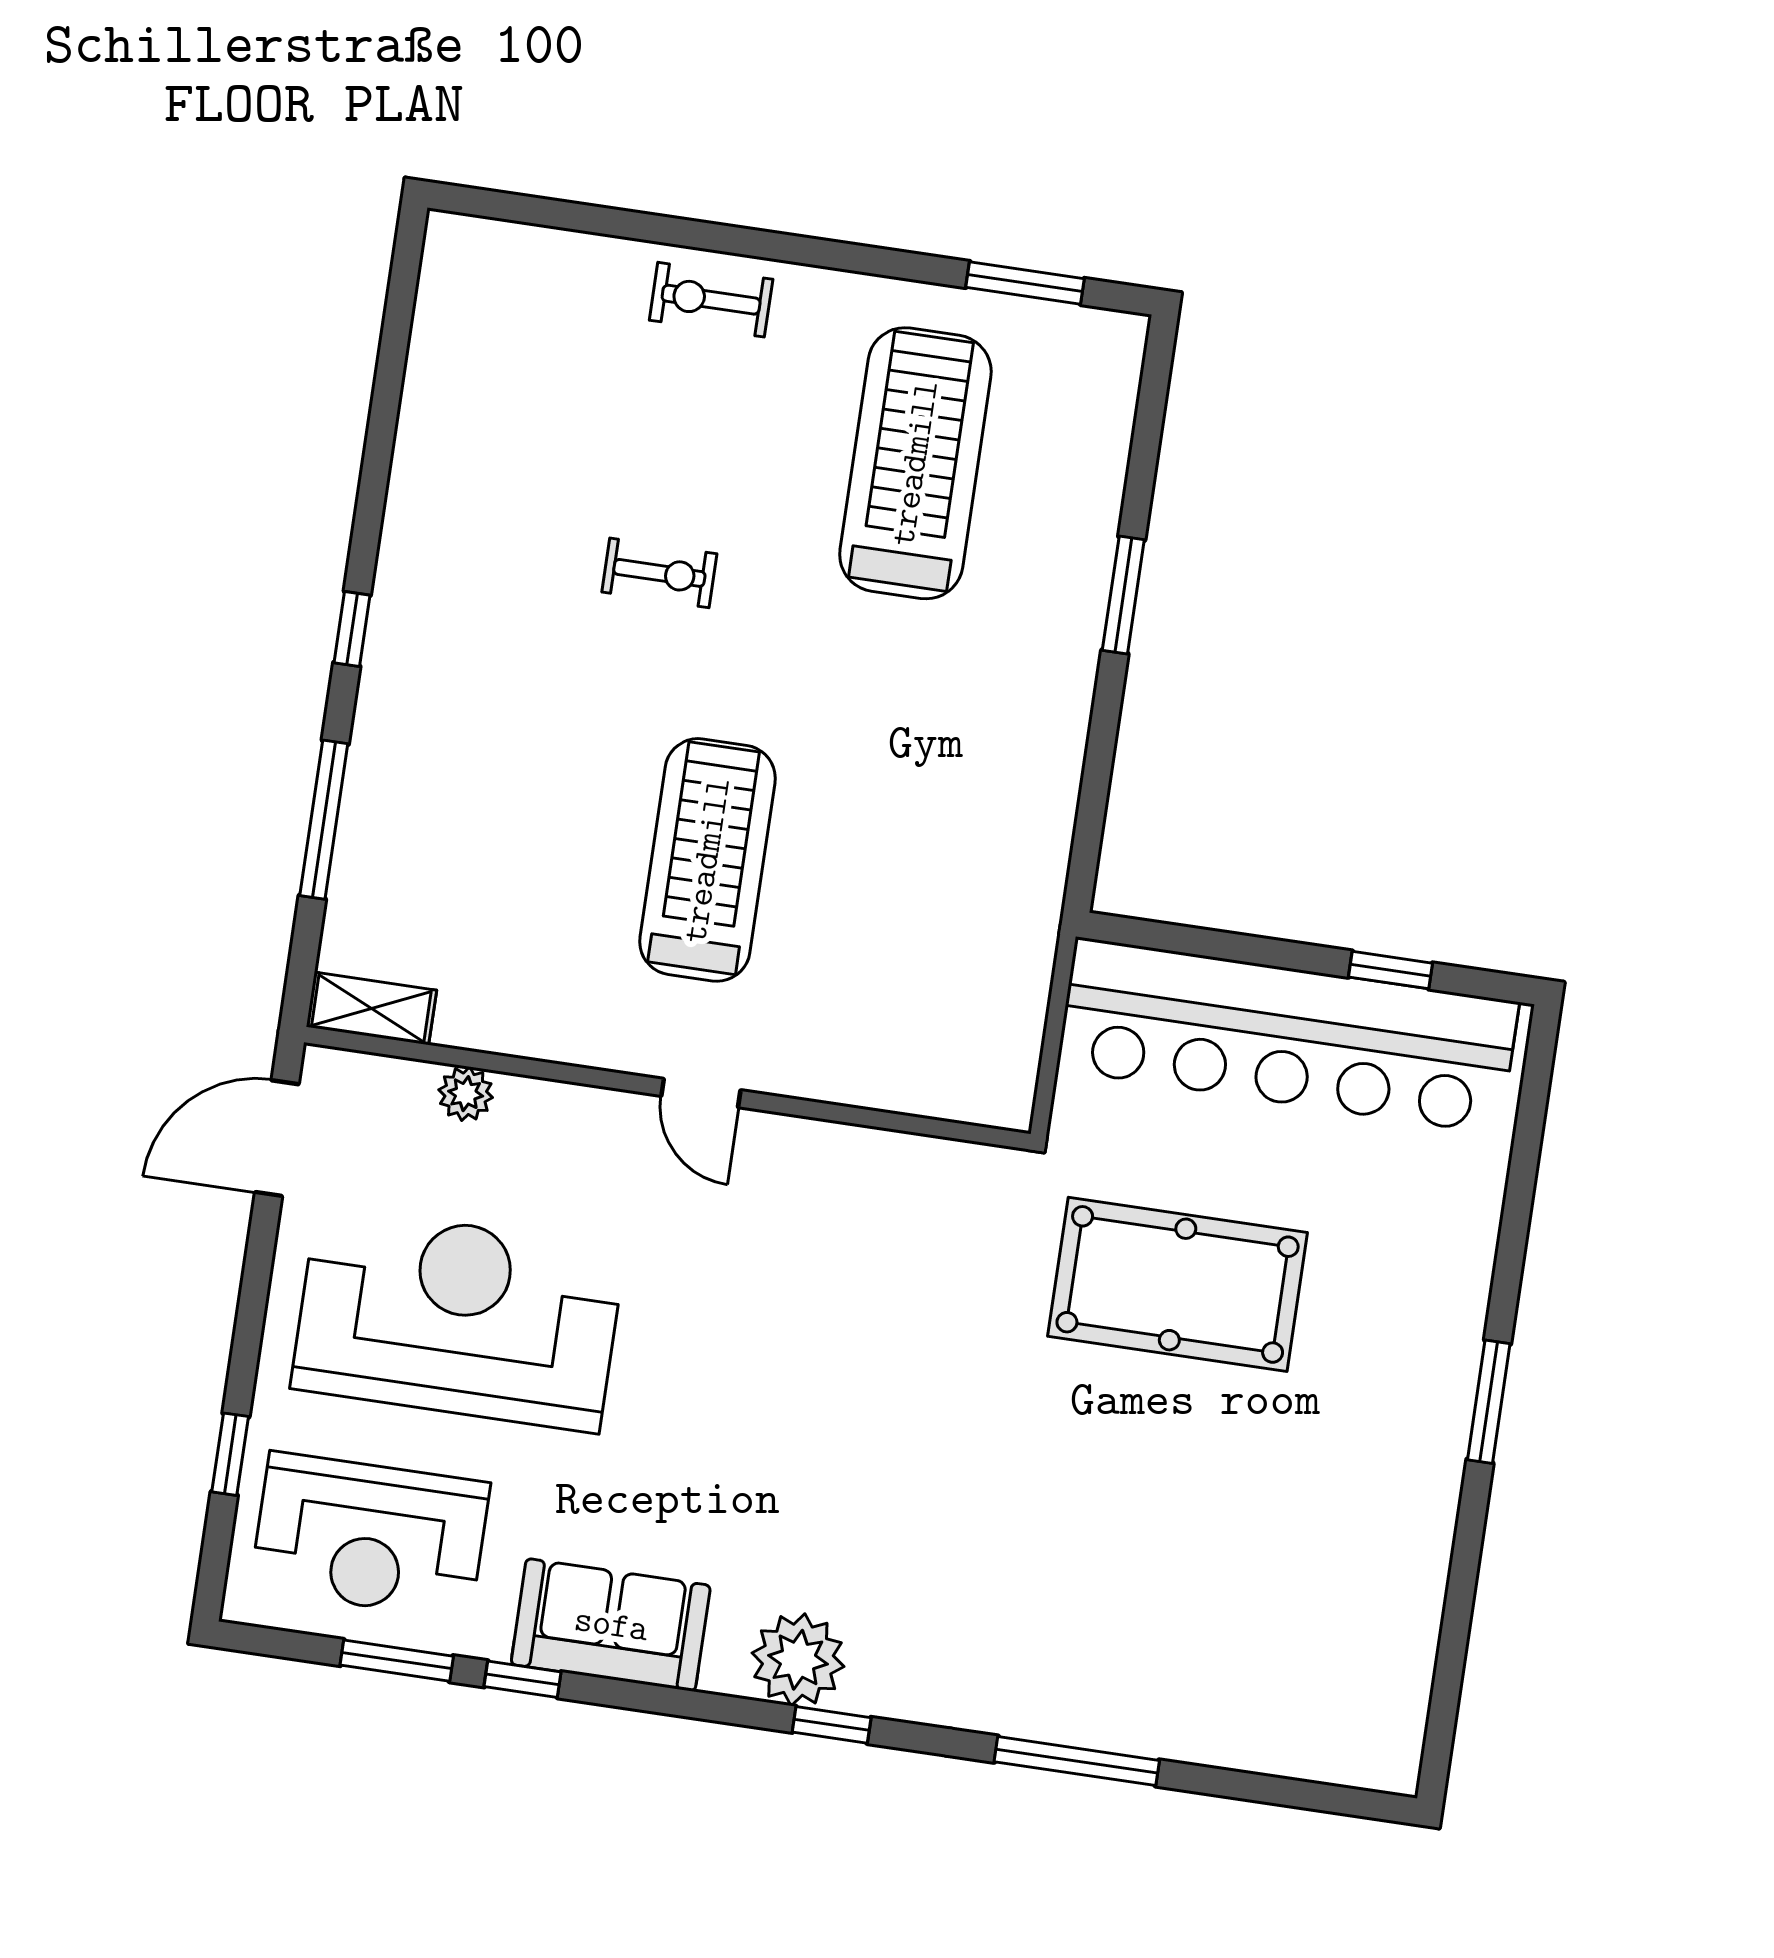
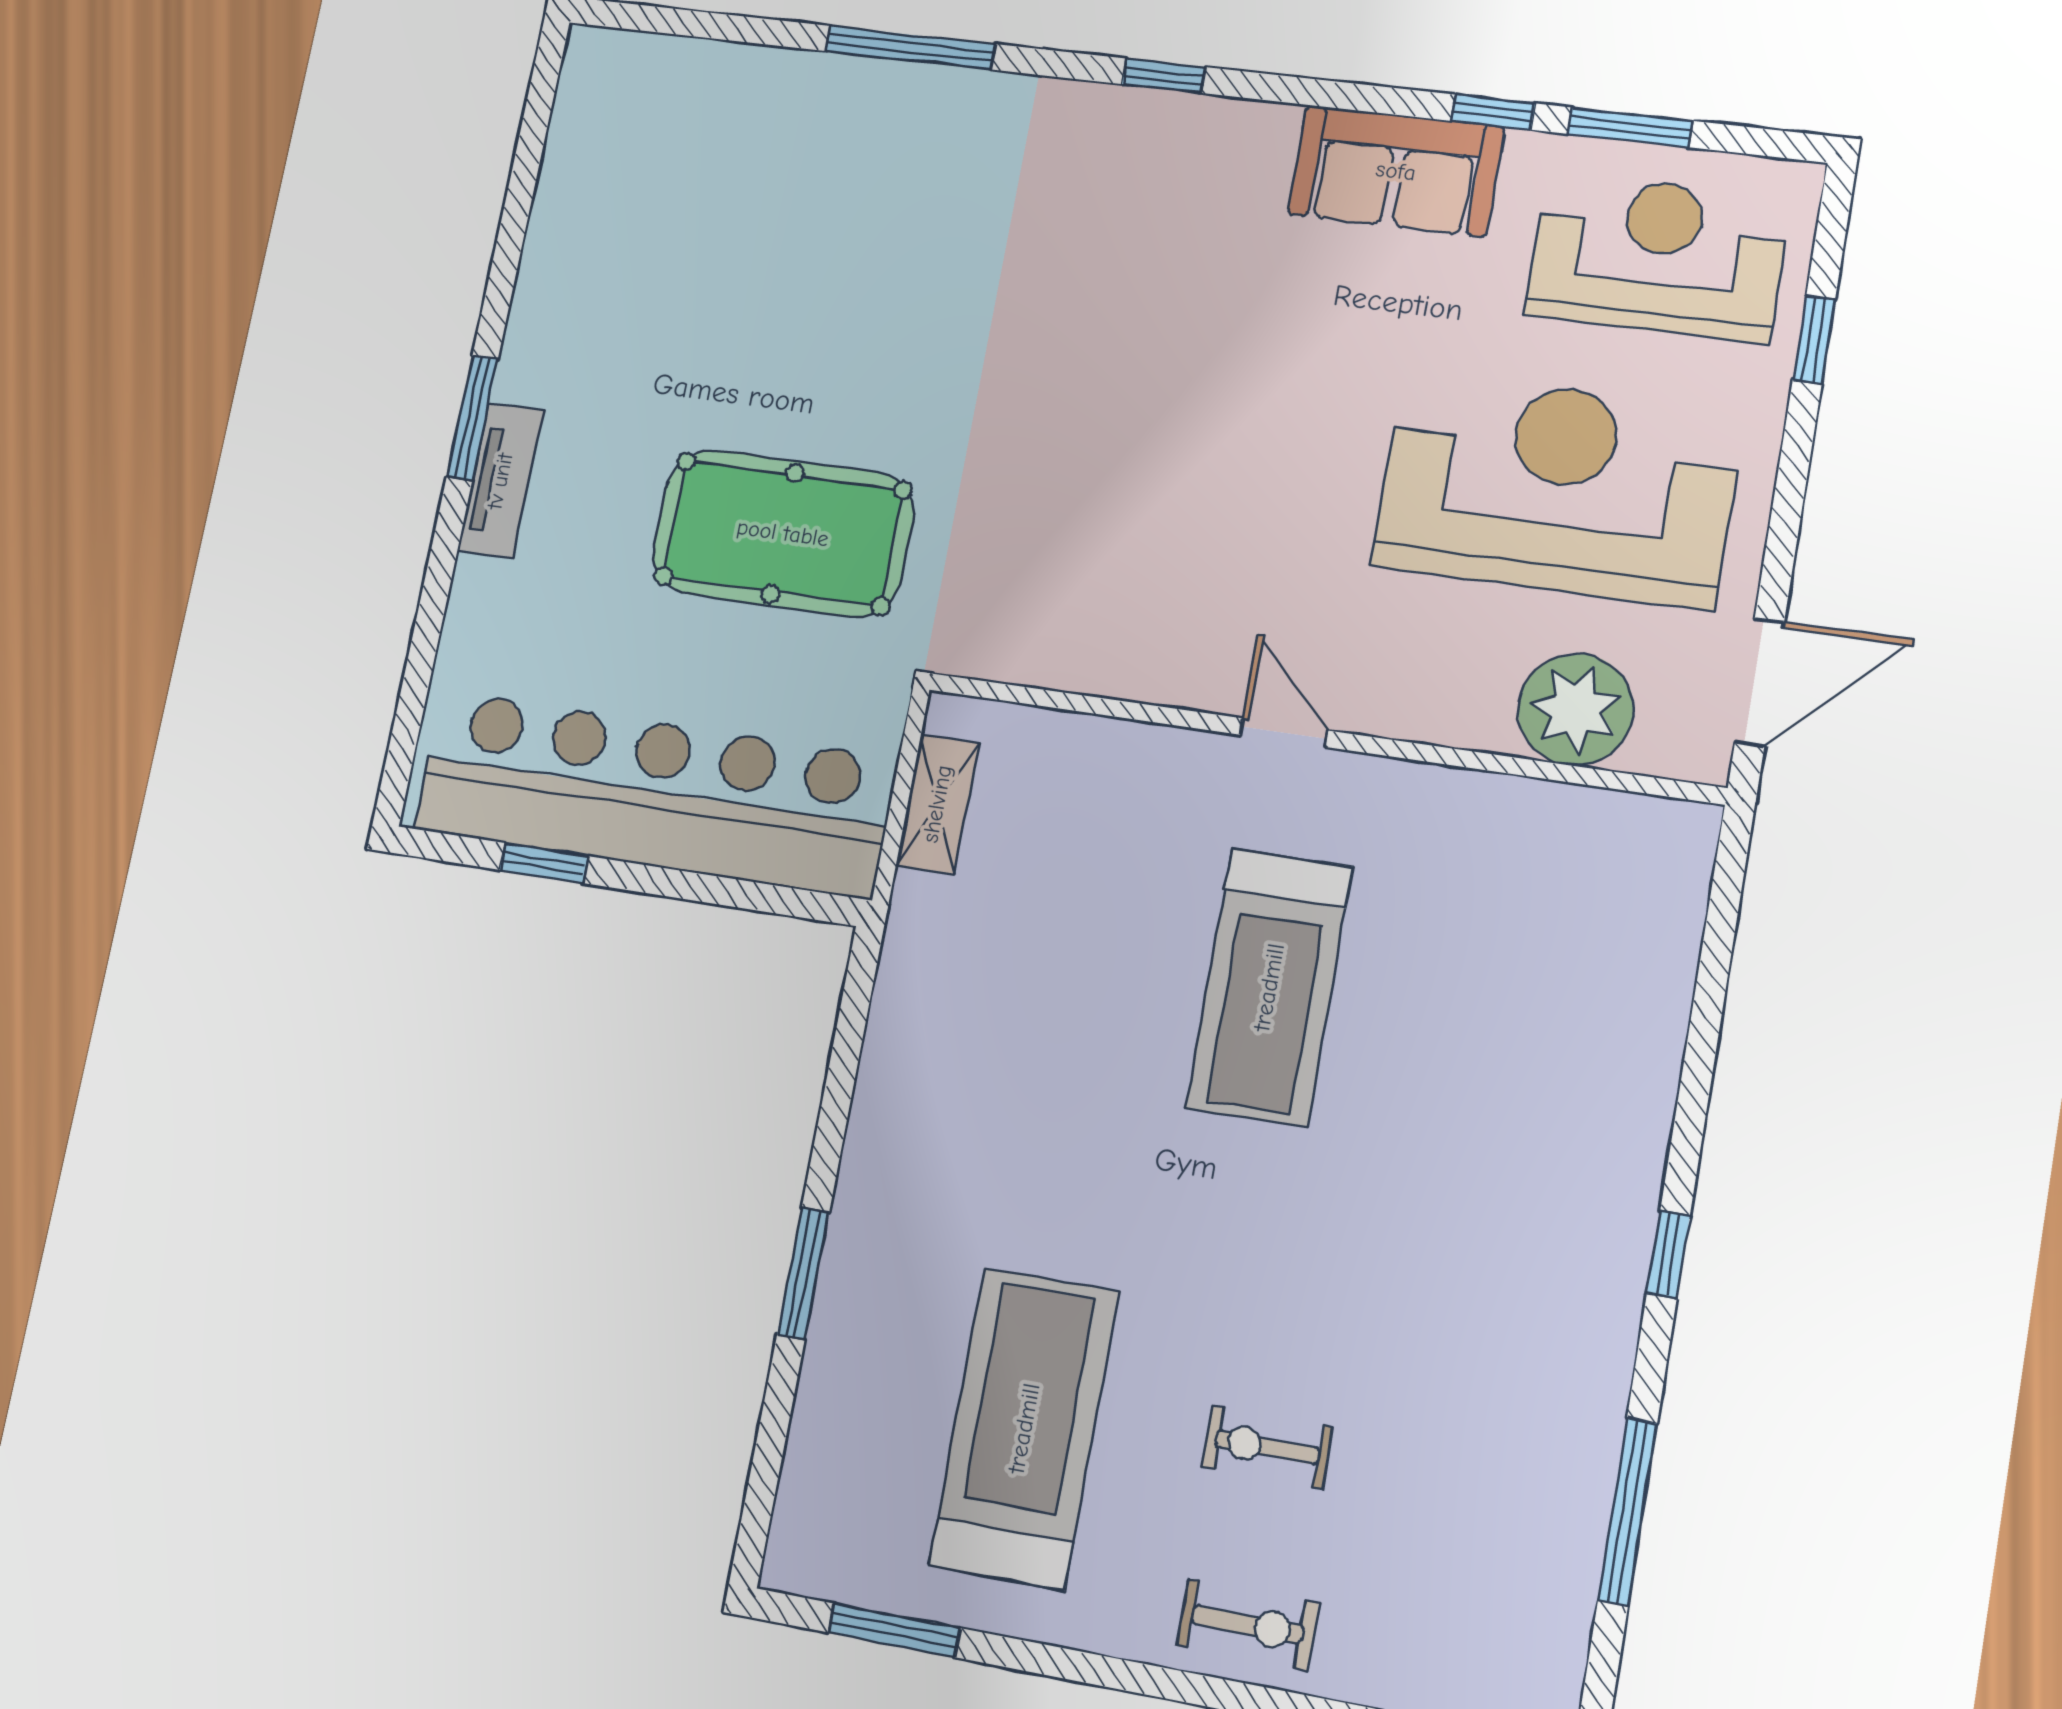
treadmill: (915, 463) -> (1024, 1428), turned 180
exercise bike: (659, 573) -> (1267, 1447), moved
window: (324, 820) -> (1628, 1512), moved
shelving: (371, 1009) -> (937, 804), moved, turned 90
plant: (466, 1094) -> (1576, 709), width x1.88, depth x1.88
reception desk: (458, 1319) -> (1557, 488), turned 180
tv unit: (1457, 1339) -> (500, 481), added
plant: (798, 1660) -> (1197, 141), removed

